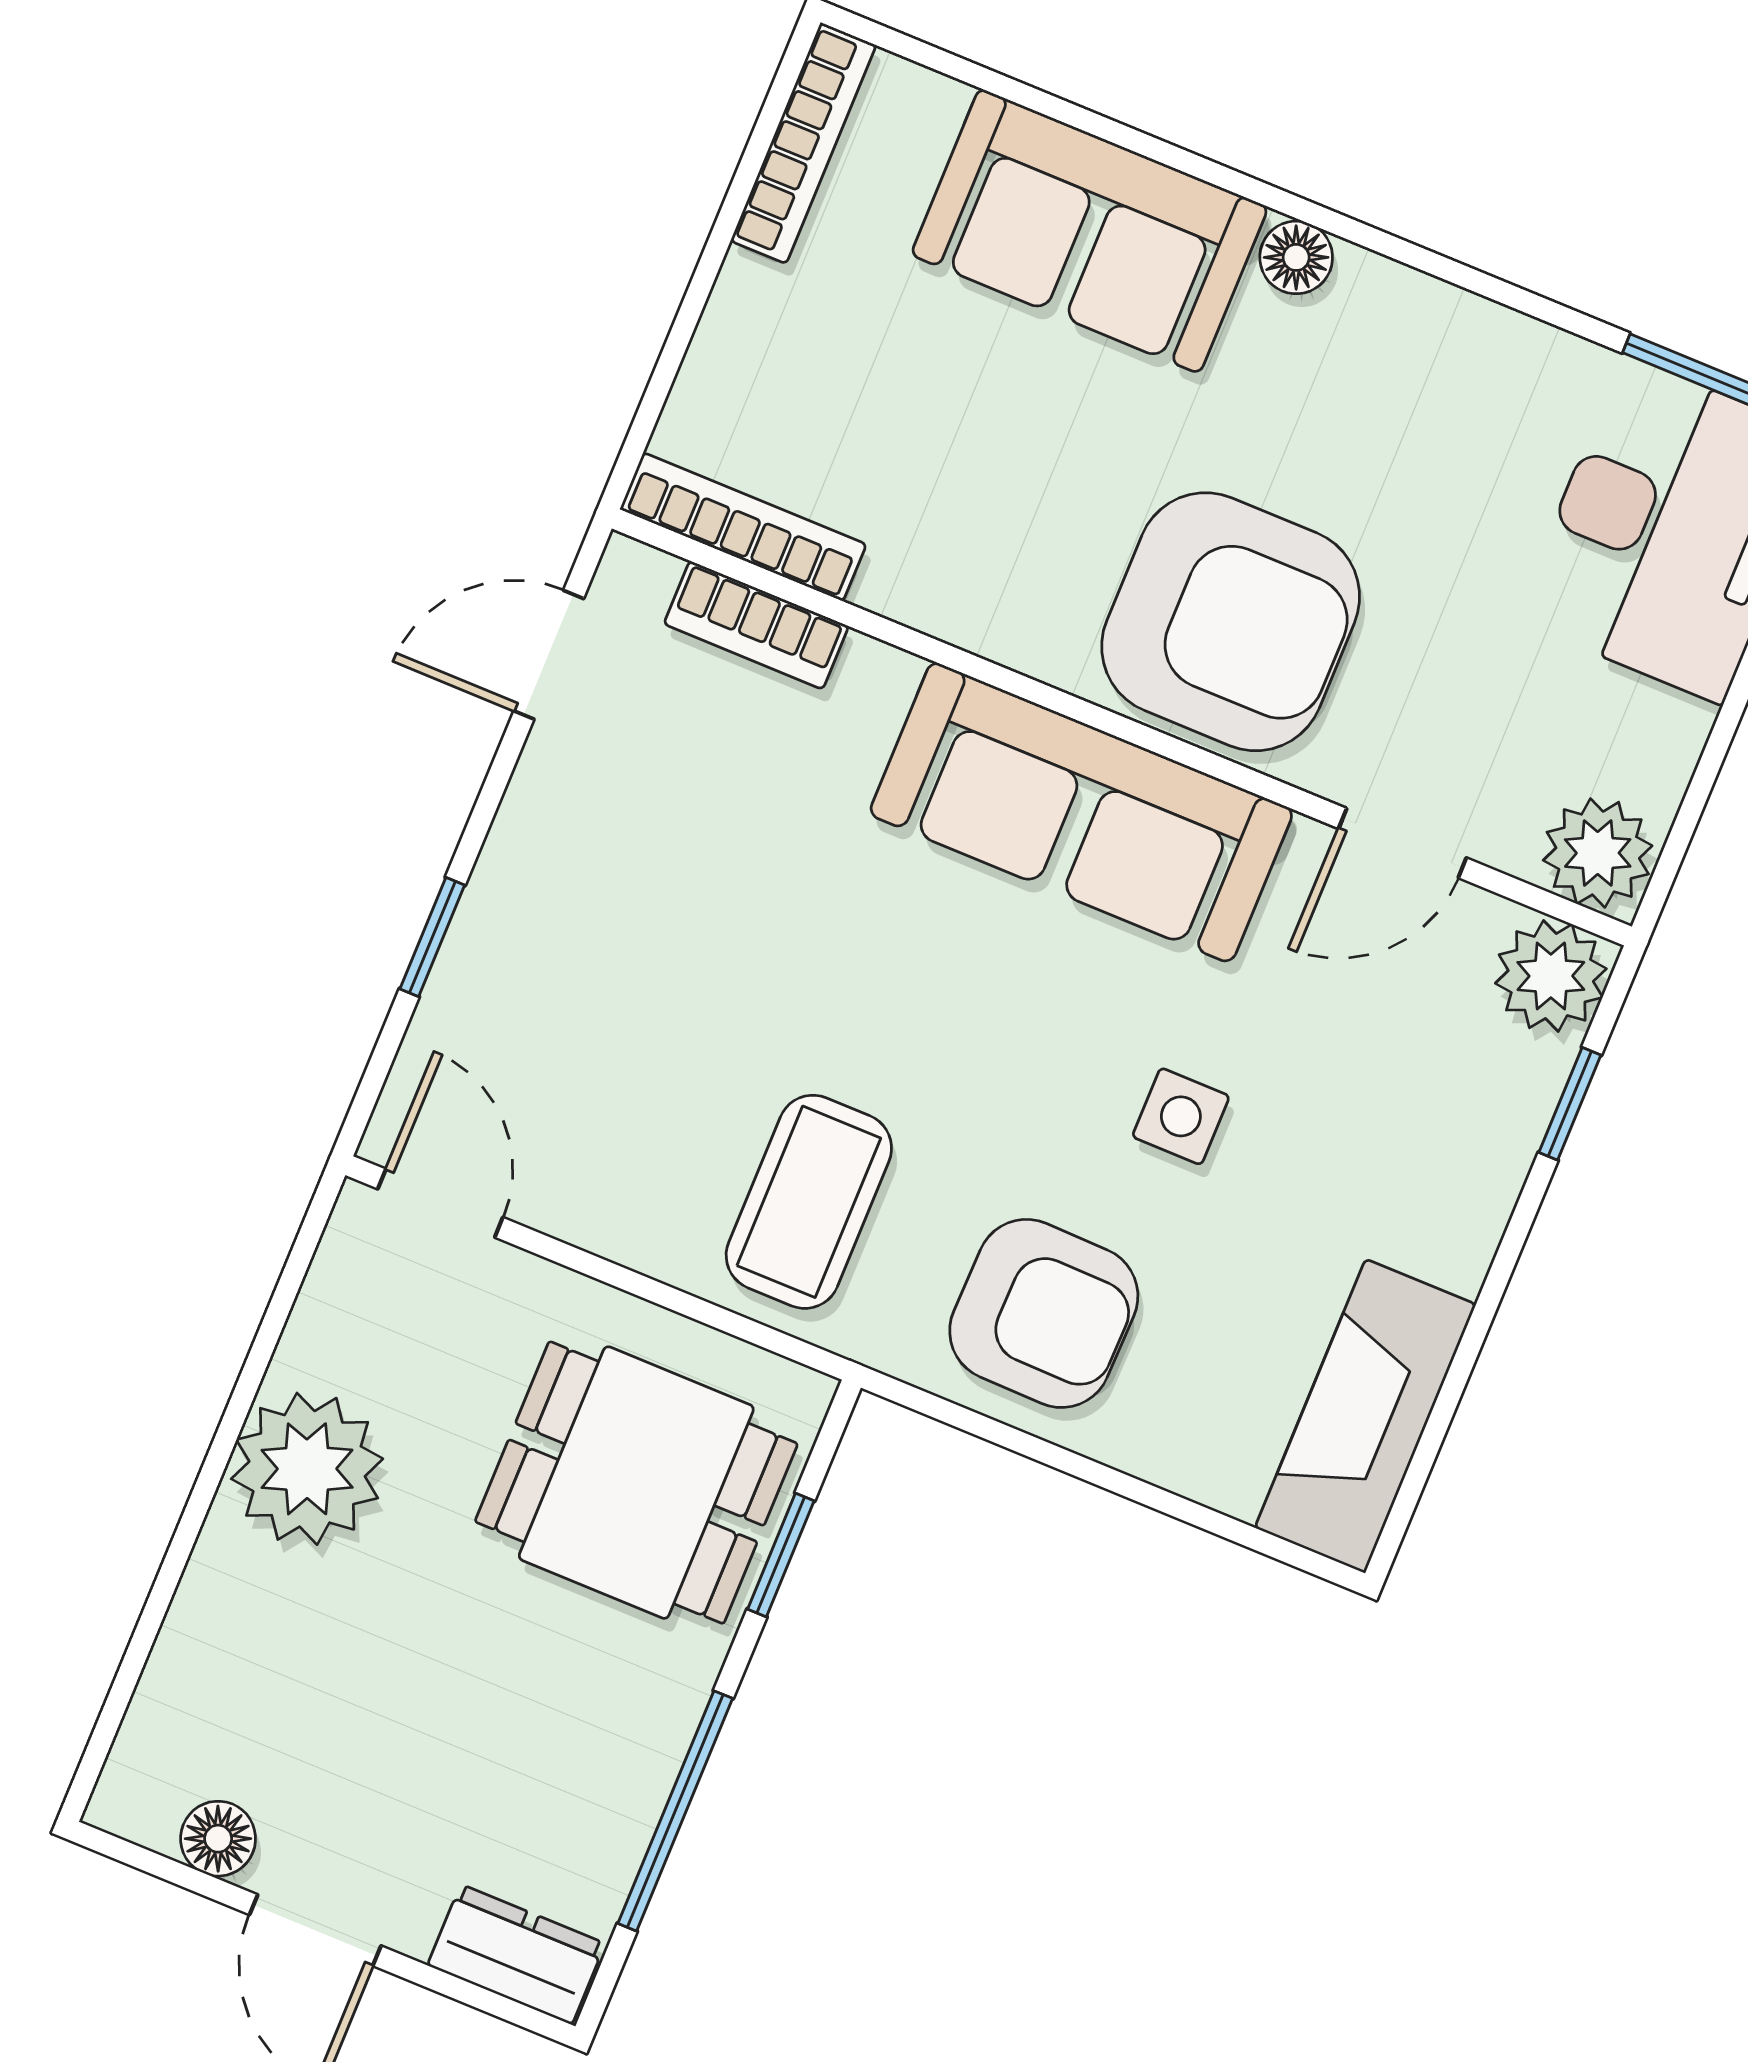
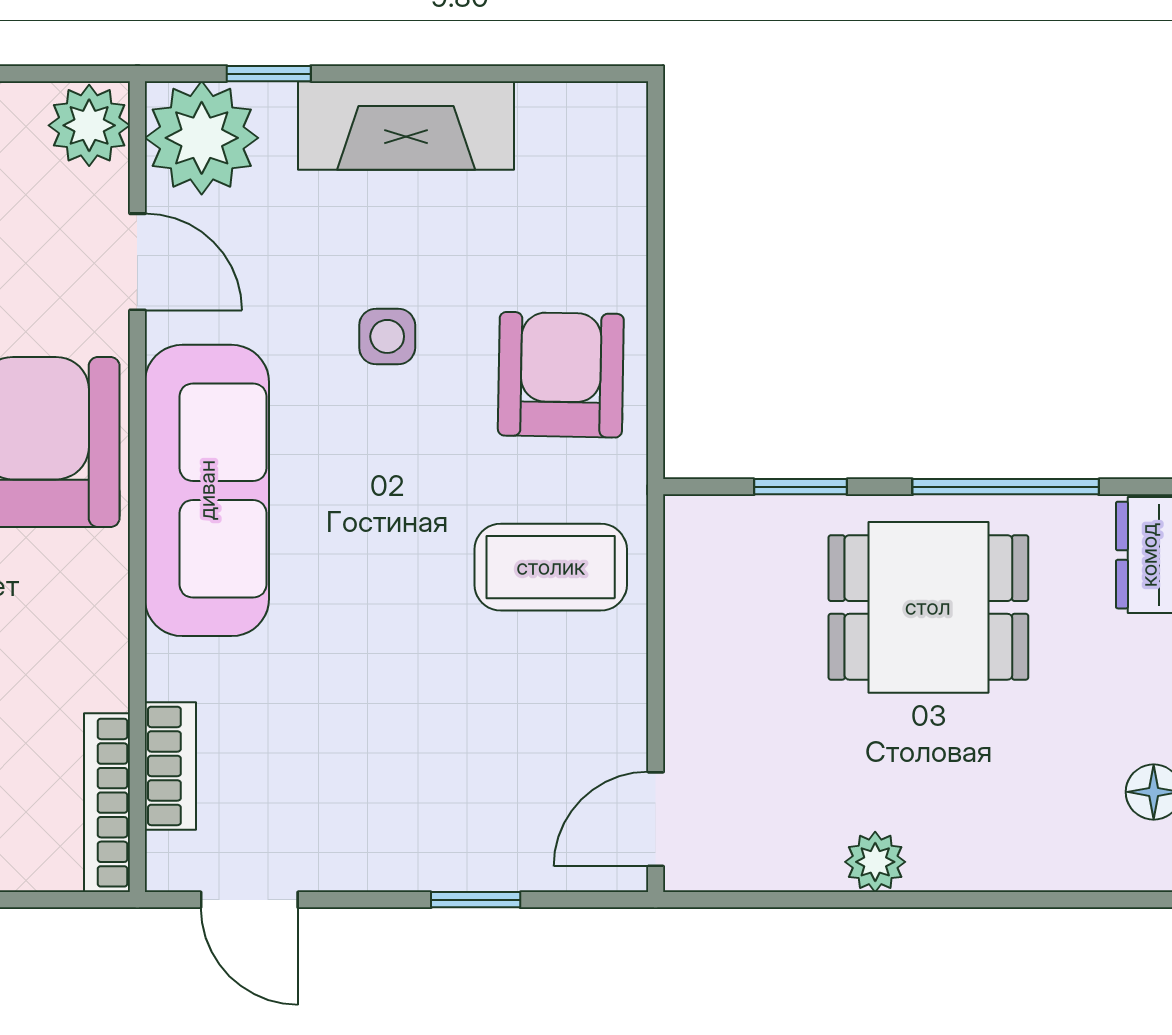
plant: (1551, 976) -> (202, 138), width x1.36, depth x1.36
fireplace: (1365, 1416) -> (406, 125), moved
plant: (307, 1469) -> (875, 862), width x0.53, depth x0.53
dining table: (636, 1483) -> (928, 607), moved, turned 90

